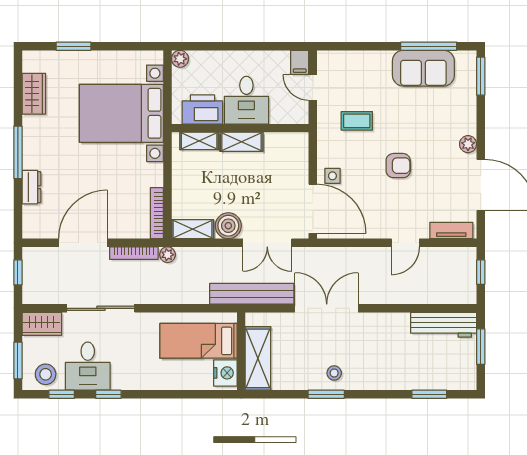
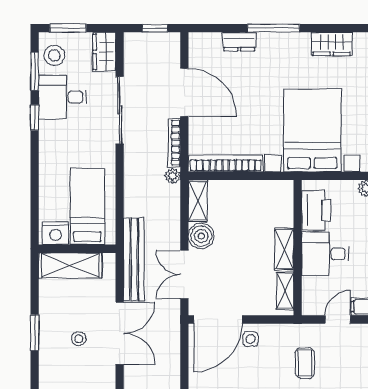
shelving: (199, 141) -> (285, 291), moved
bookcase: (157, 213) -> (226, 163), width x1.48, depth x1.31
stool: (334, 373) -> (79, 339), moved
window: (62, 394) -> (35, 71), width x1.50

